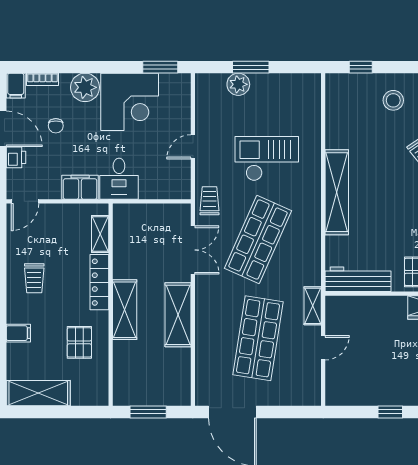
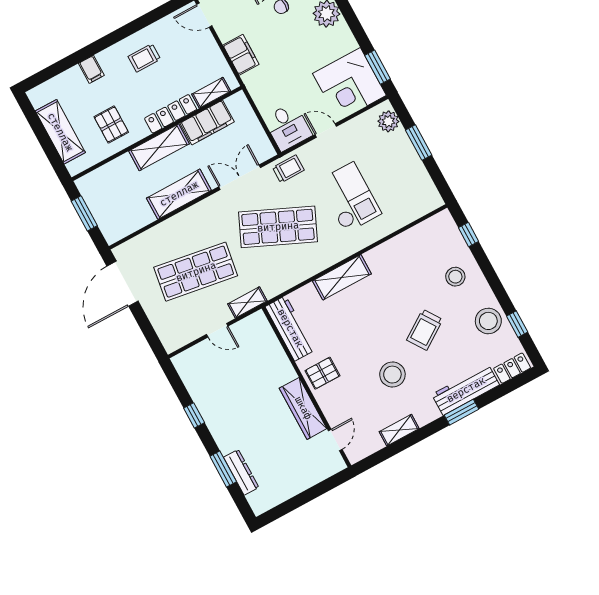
plant: (238, 84) -> (388, 121), moved
corner desk: (130, 102) -> (349, 84), moved
desk: (119, 179) -> (288, 127), moved, turned -90
shelving: (337, 192) -> (342, 277), width x0.68
double door: (193, 250) -> (240, 177), swing flipped
filing cabinet: (126, 253) -> (207, 123), added
pallet: (79, 342) -> (111, 124), turned 90
shelving: (38, 393) -> (60, 132), moved

